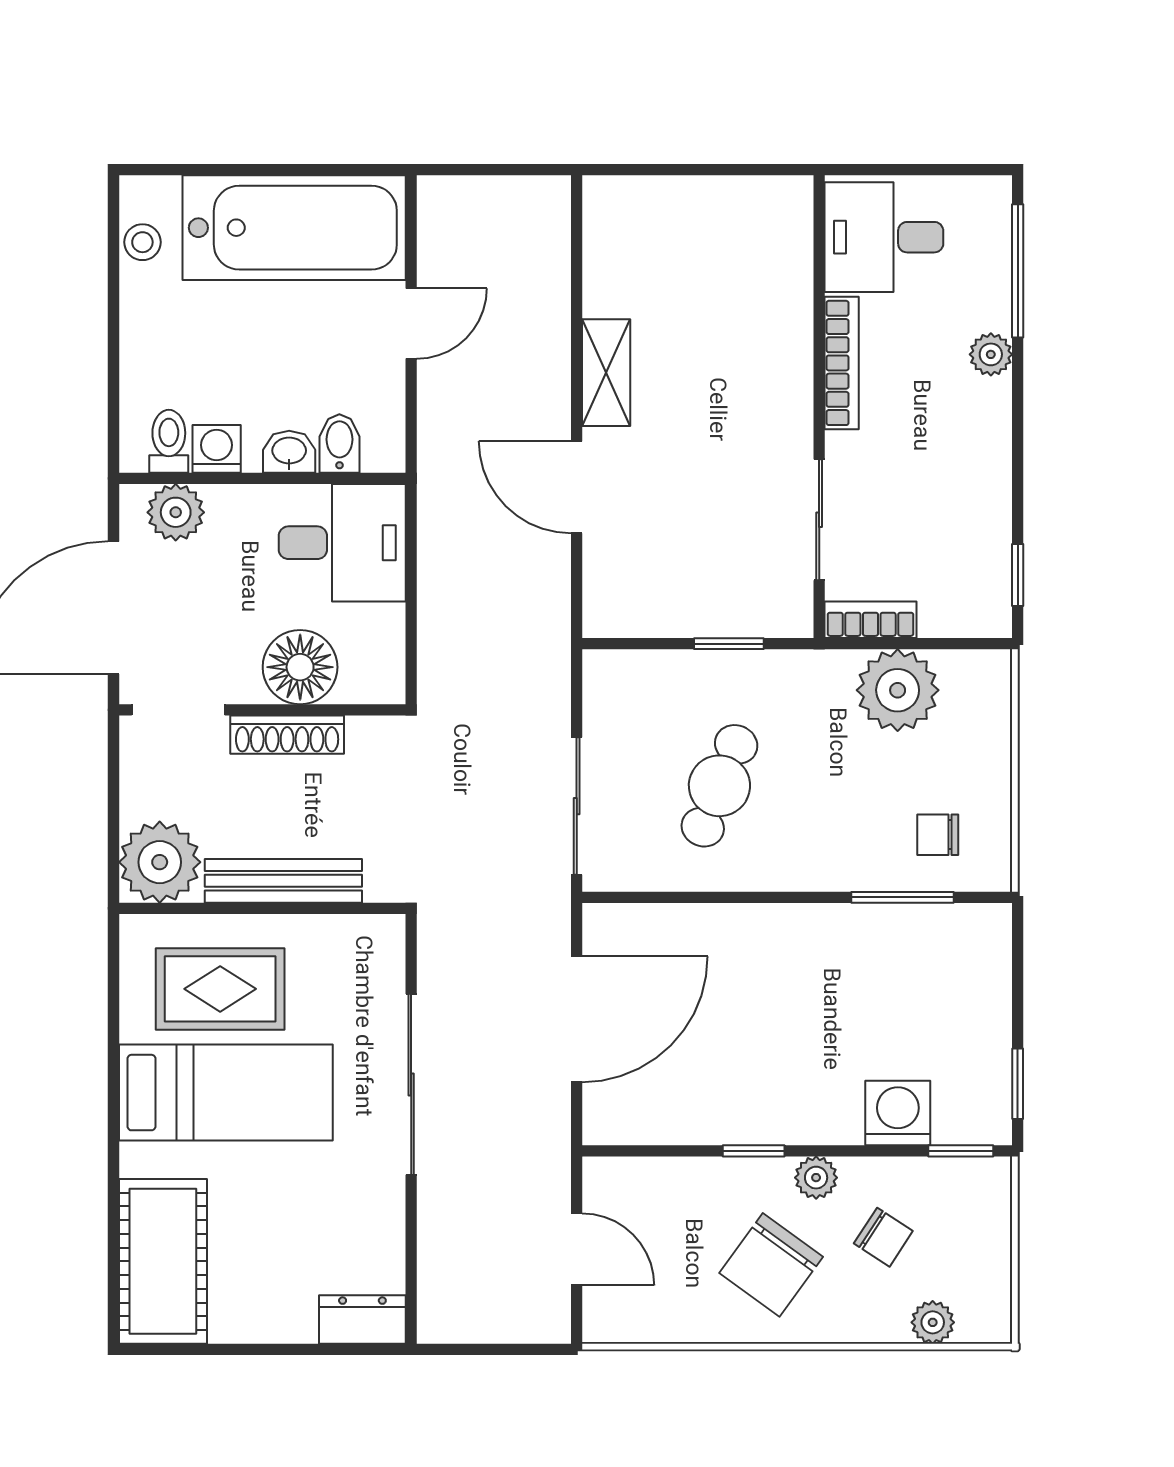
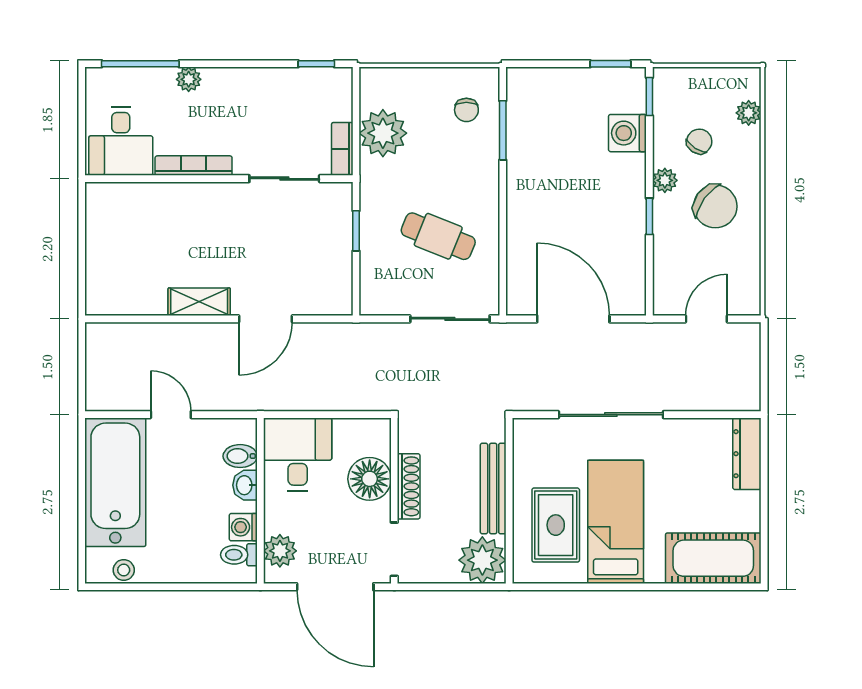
dresser: (362, 1319) -> (747, 454), width x1.44

